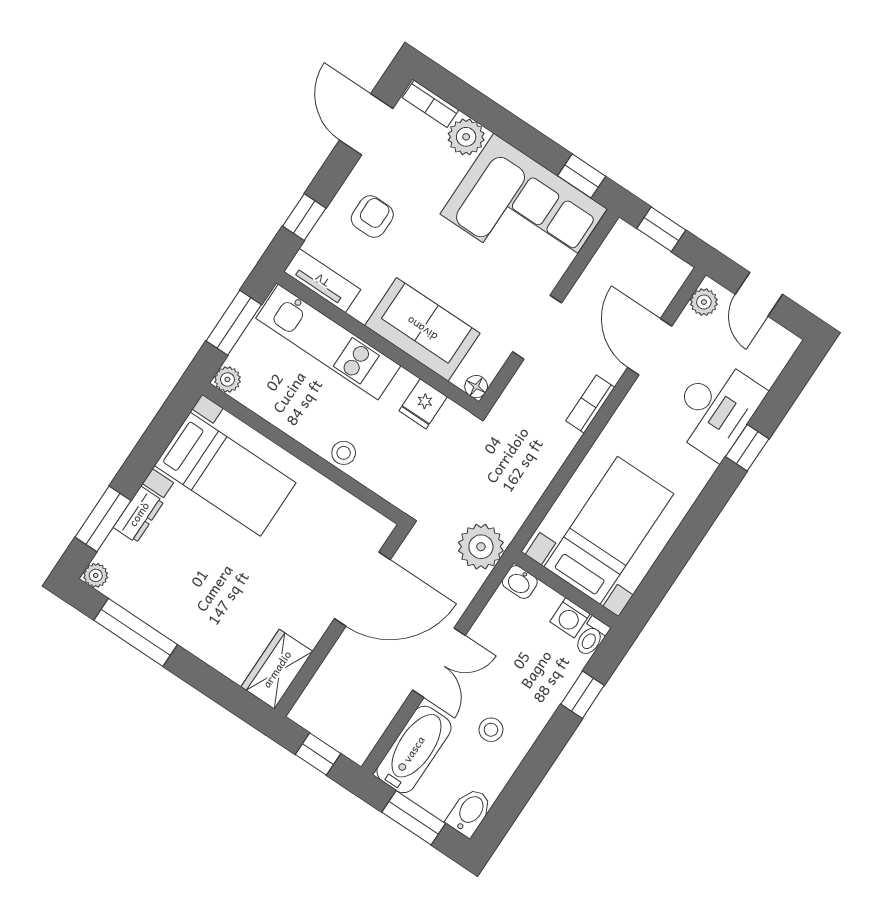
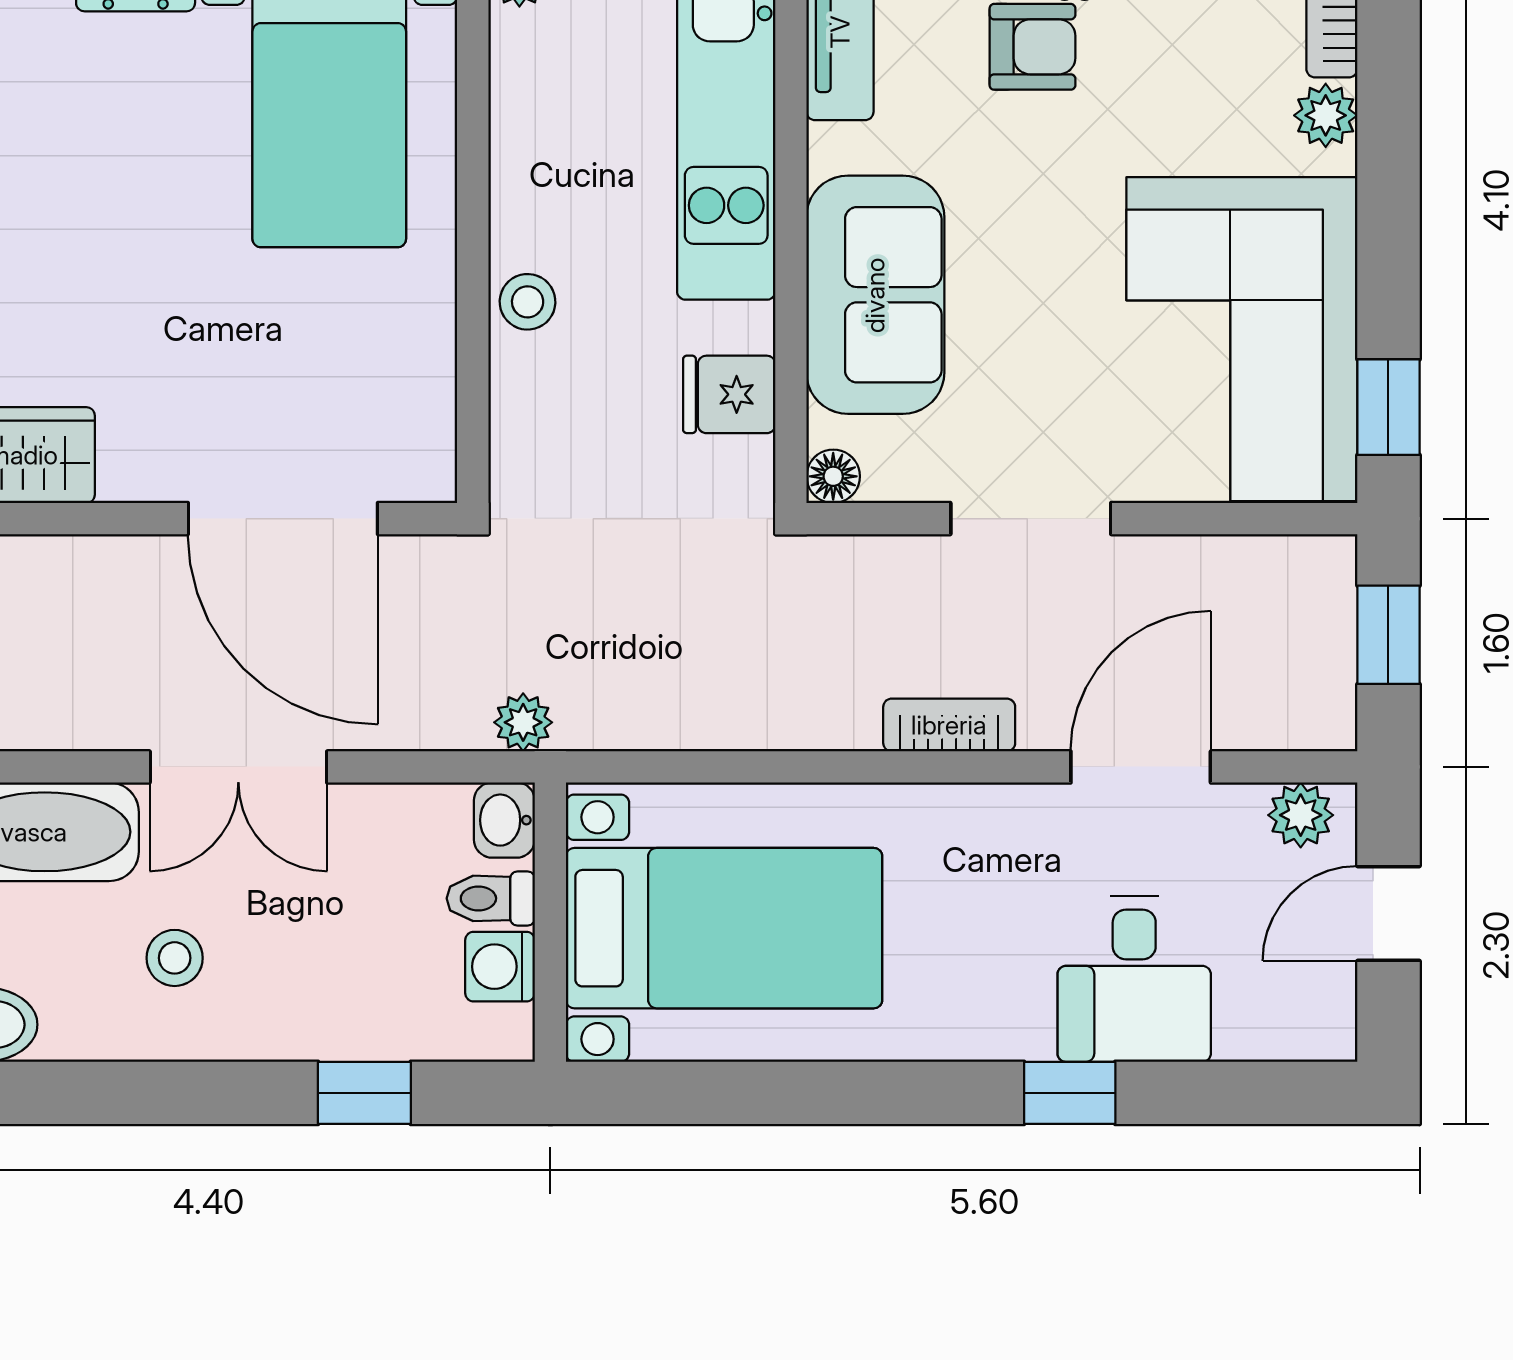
plant: (466, 137) -> (1326, 115), width x0.73, depth x0.73
desk: (716, 409) -> (1134, 979), width x0.73
plant: (481, 547) -> (523, 722), width x0.53, depth x0.53
toilet: (592, 637) -> (491, 898), moved

